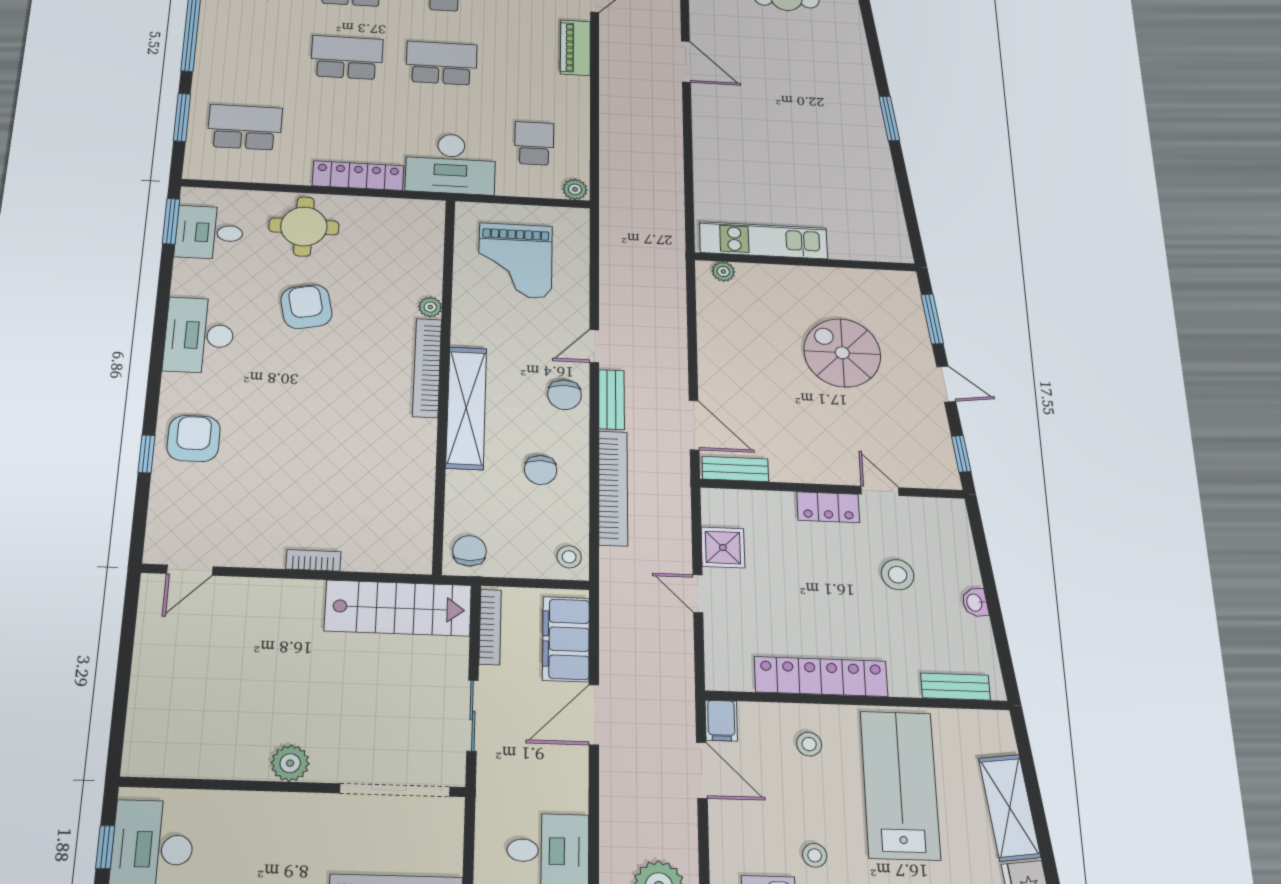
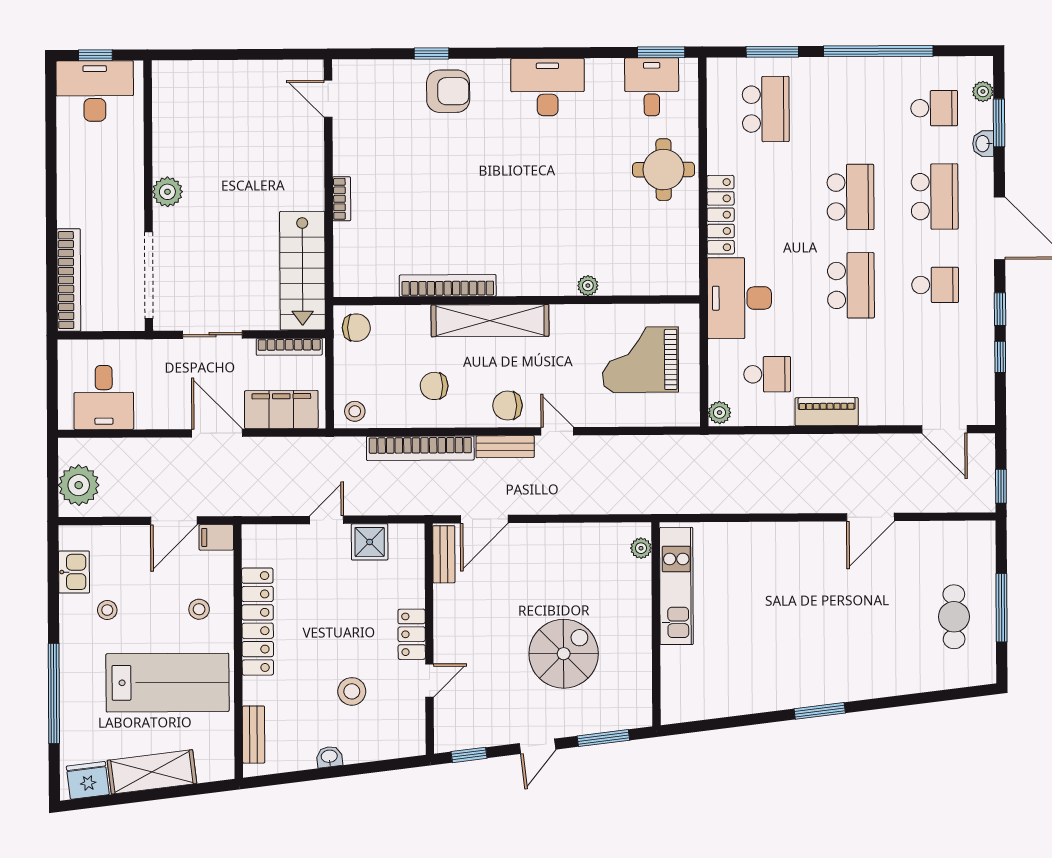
piano: (575, 48) -> (827, 412), moved
armchair: (306, 307) -> (582, 177), removed
bookcase: (427, 368) -> (448, 286), moved

